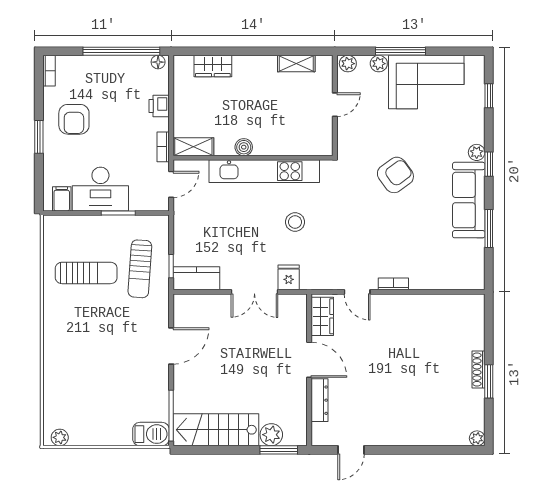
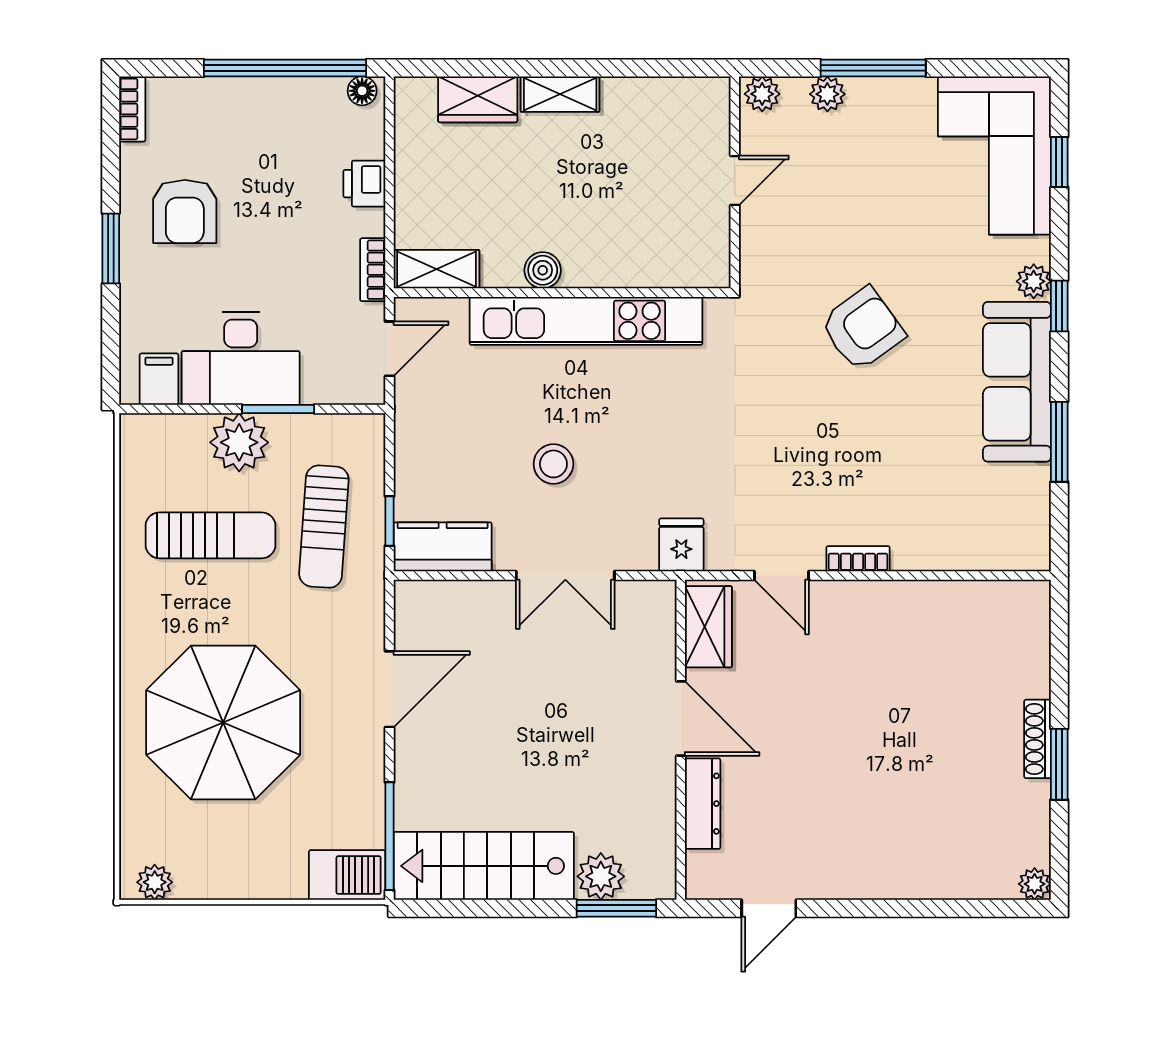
shelving: (296, 64) -> (560, 94), moved
corner sofa: (426, 82) -> (994, 155), moved, turned 90
stool: (295, 222) -> (553, 464), moved
plant: (100, 229) -> (239, 442), added
fridge: (289, 277) -> (681, 545), moved
parasol: (92, 362) -> (223, 723), added

